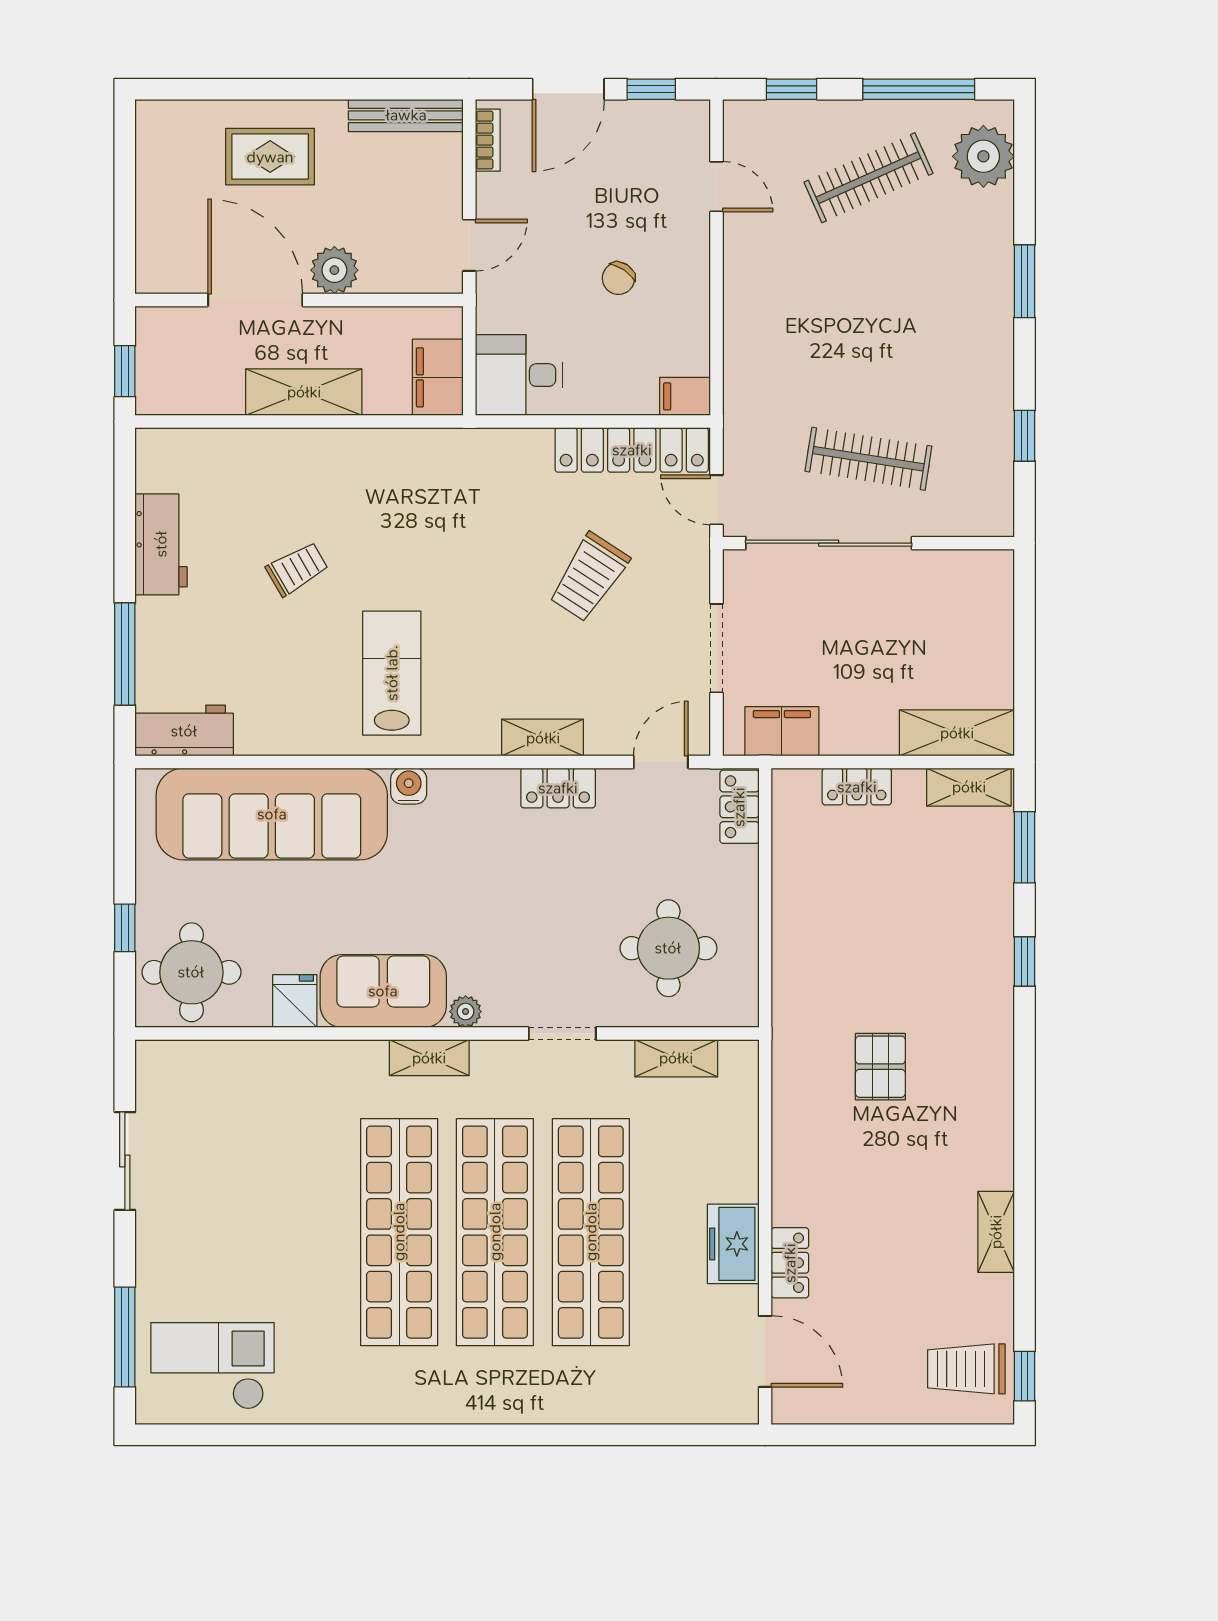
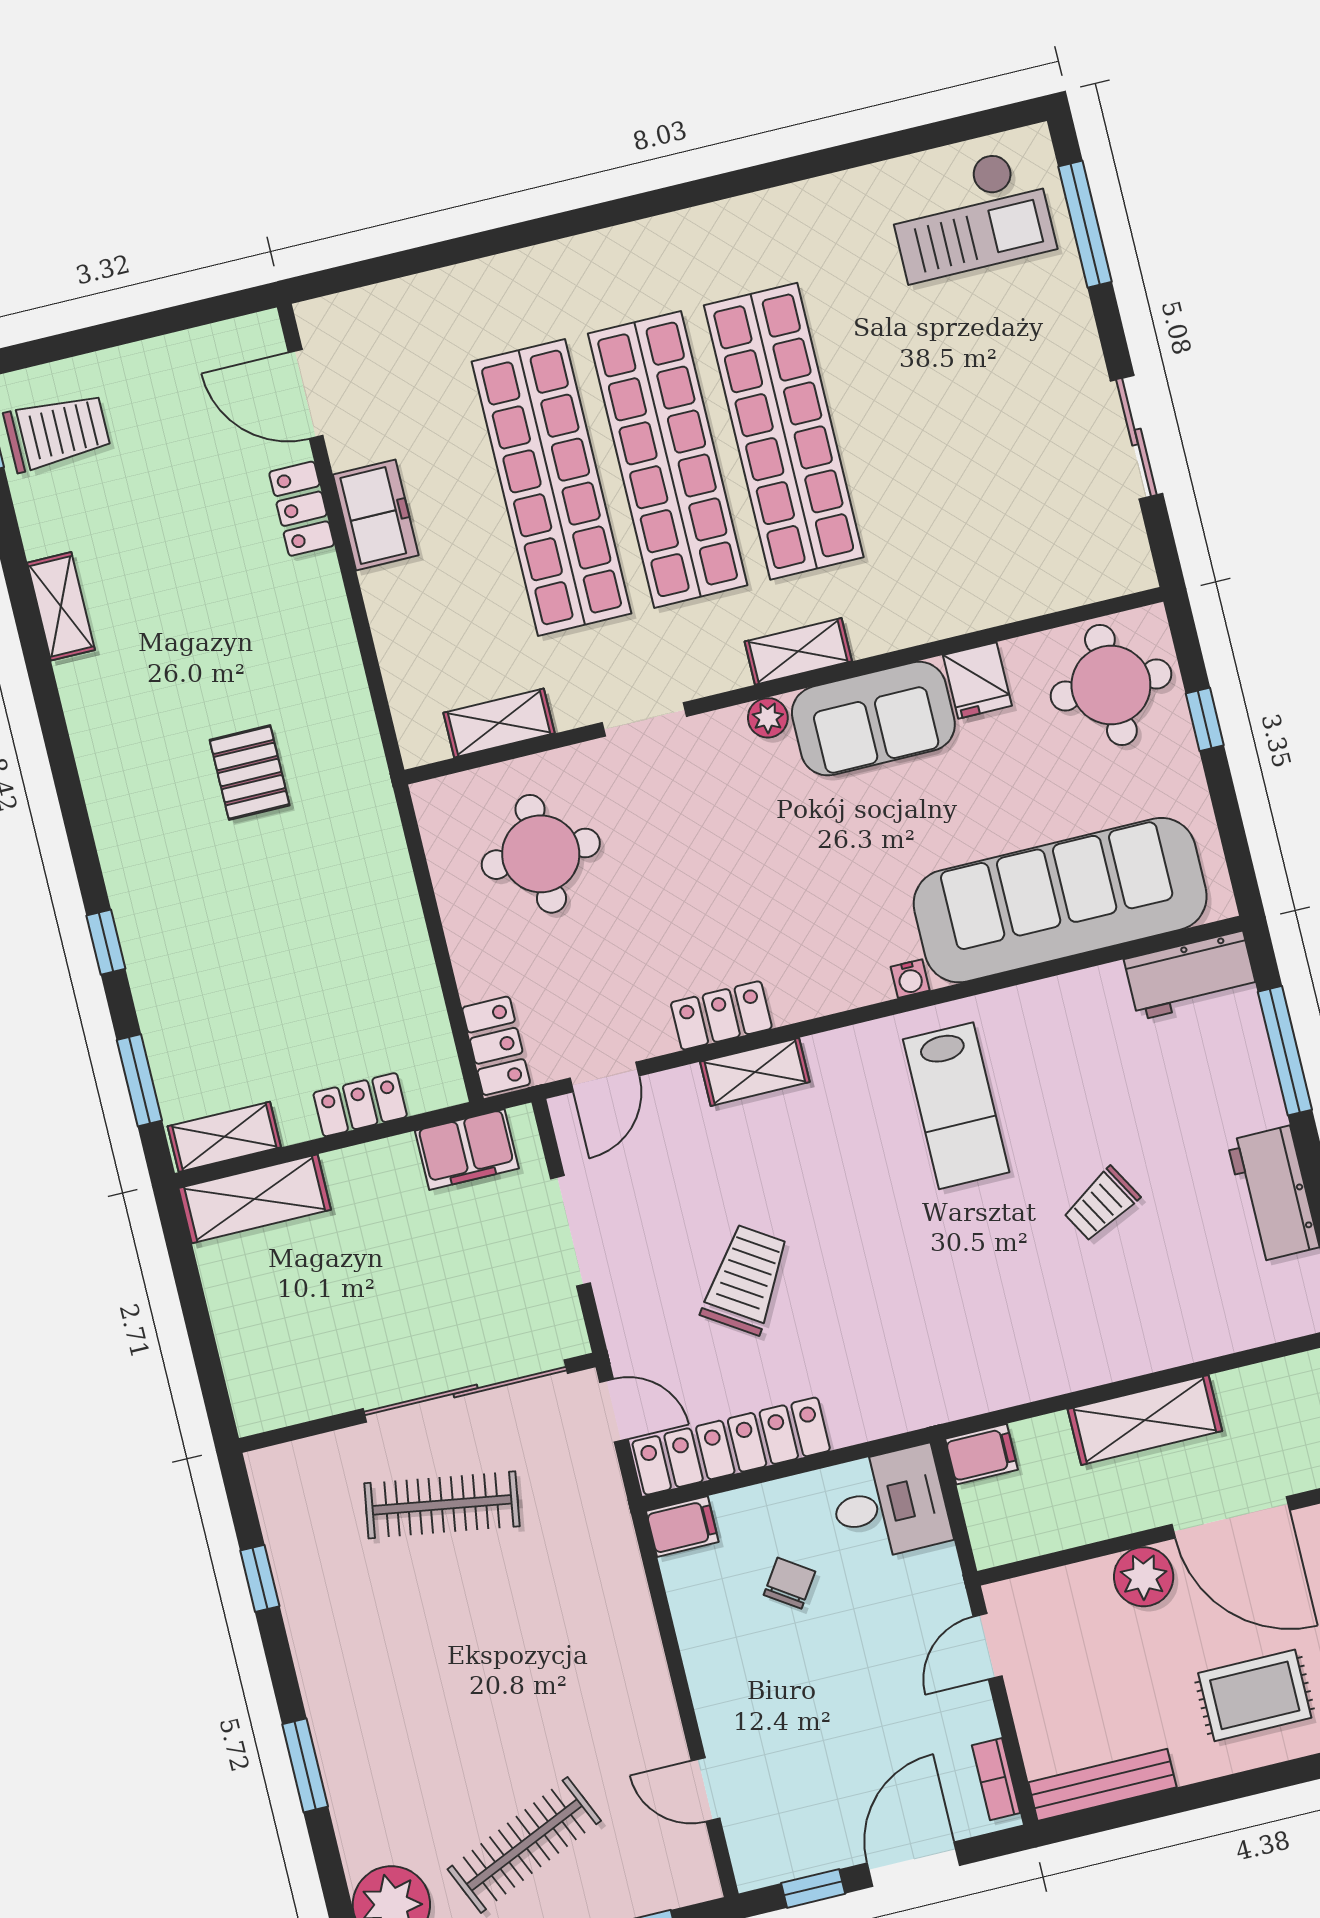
chair: (618, 278) -> (790, 1583), moved
filing cabinet: (438, 377) -> (982, 1454), width x0.50
water cooler: (409, 786) -> (910, 979), width x0.72, depth x0.72

